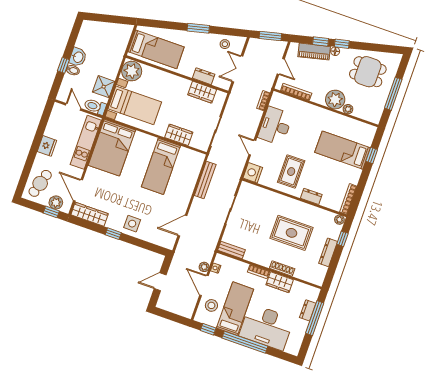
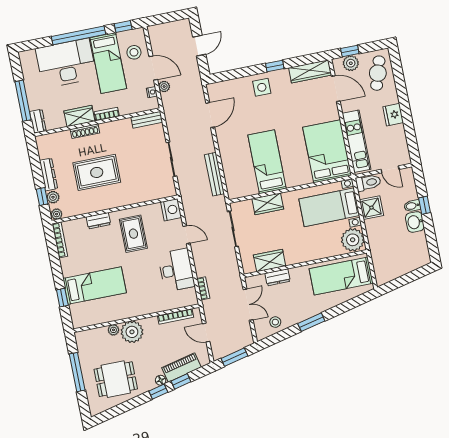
plant: (335, 234) -> (53, 197), added
dresser: (308, 310) -> (38, 121), moved

